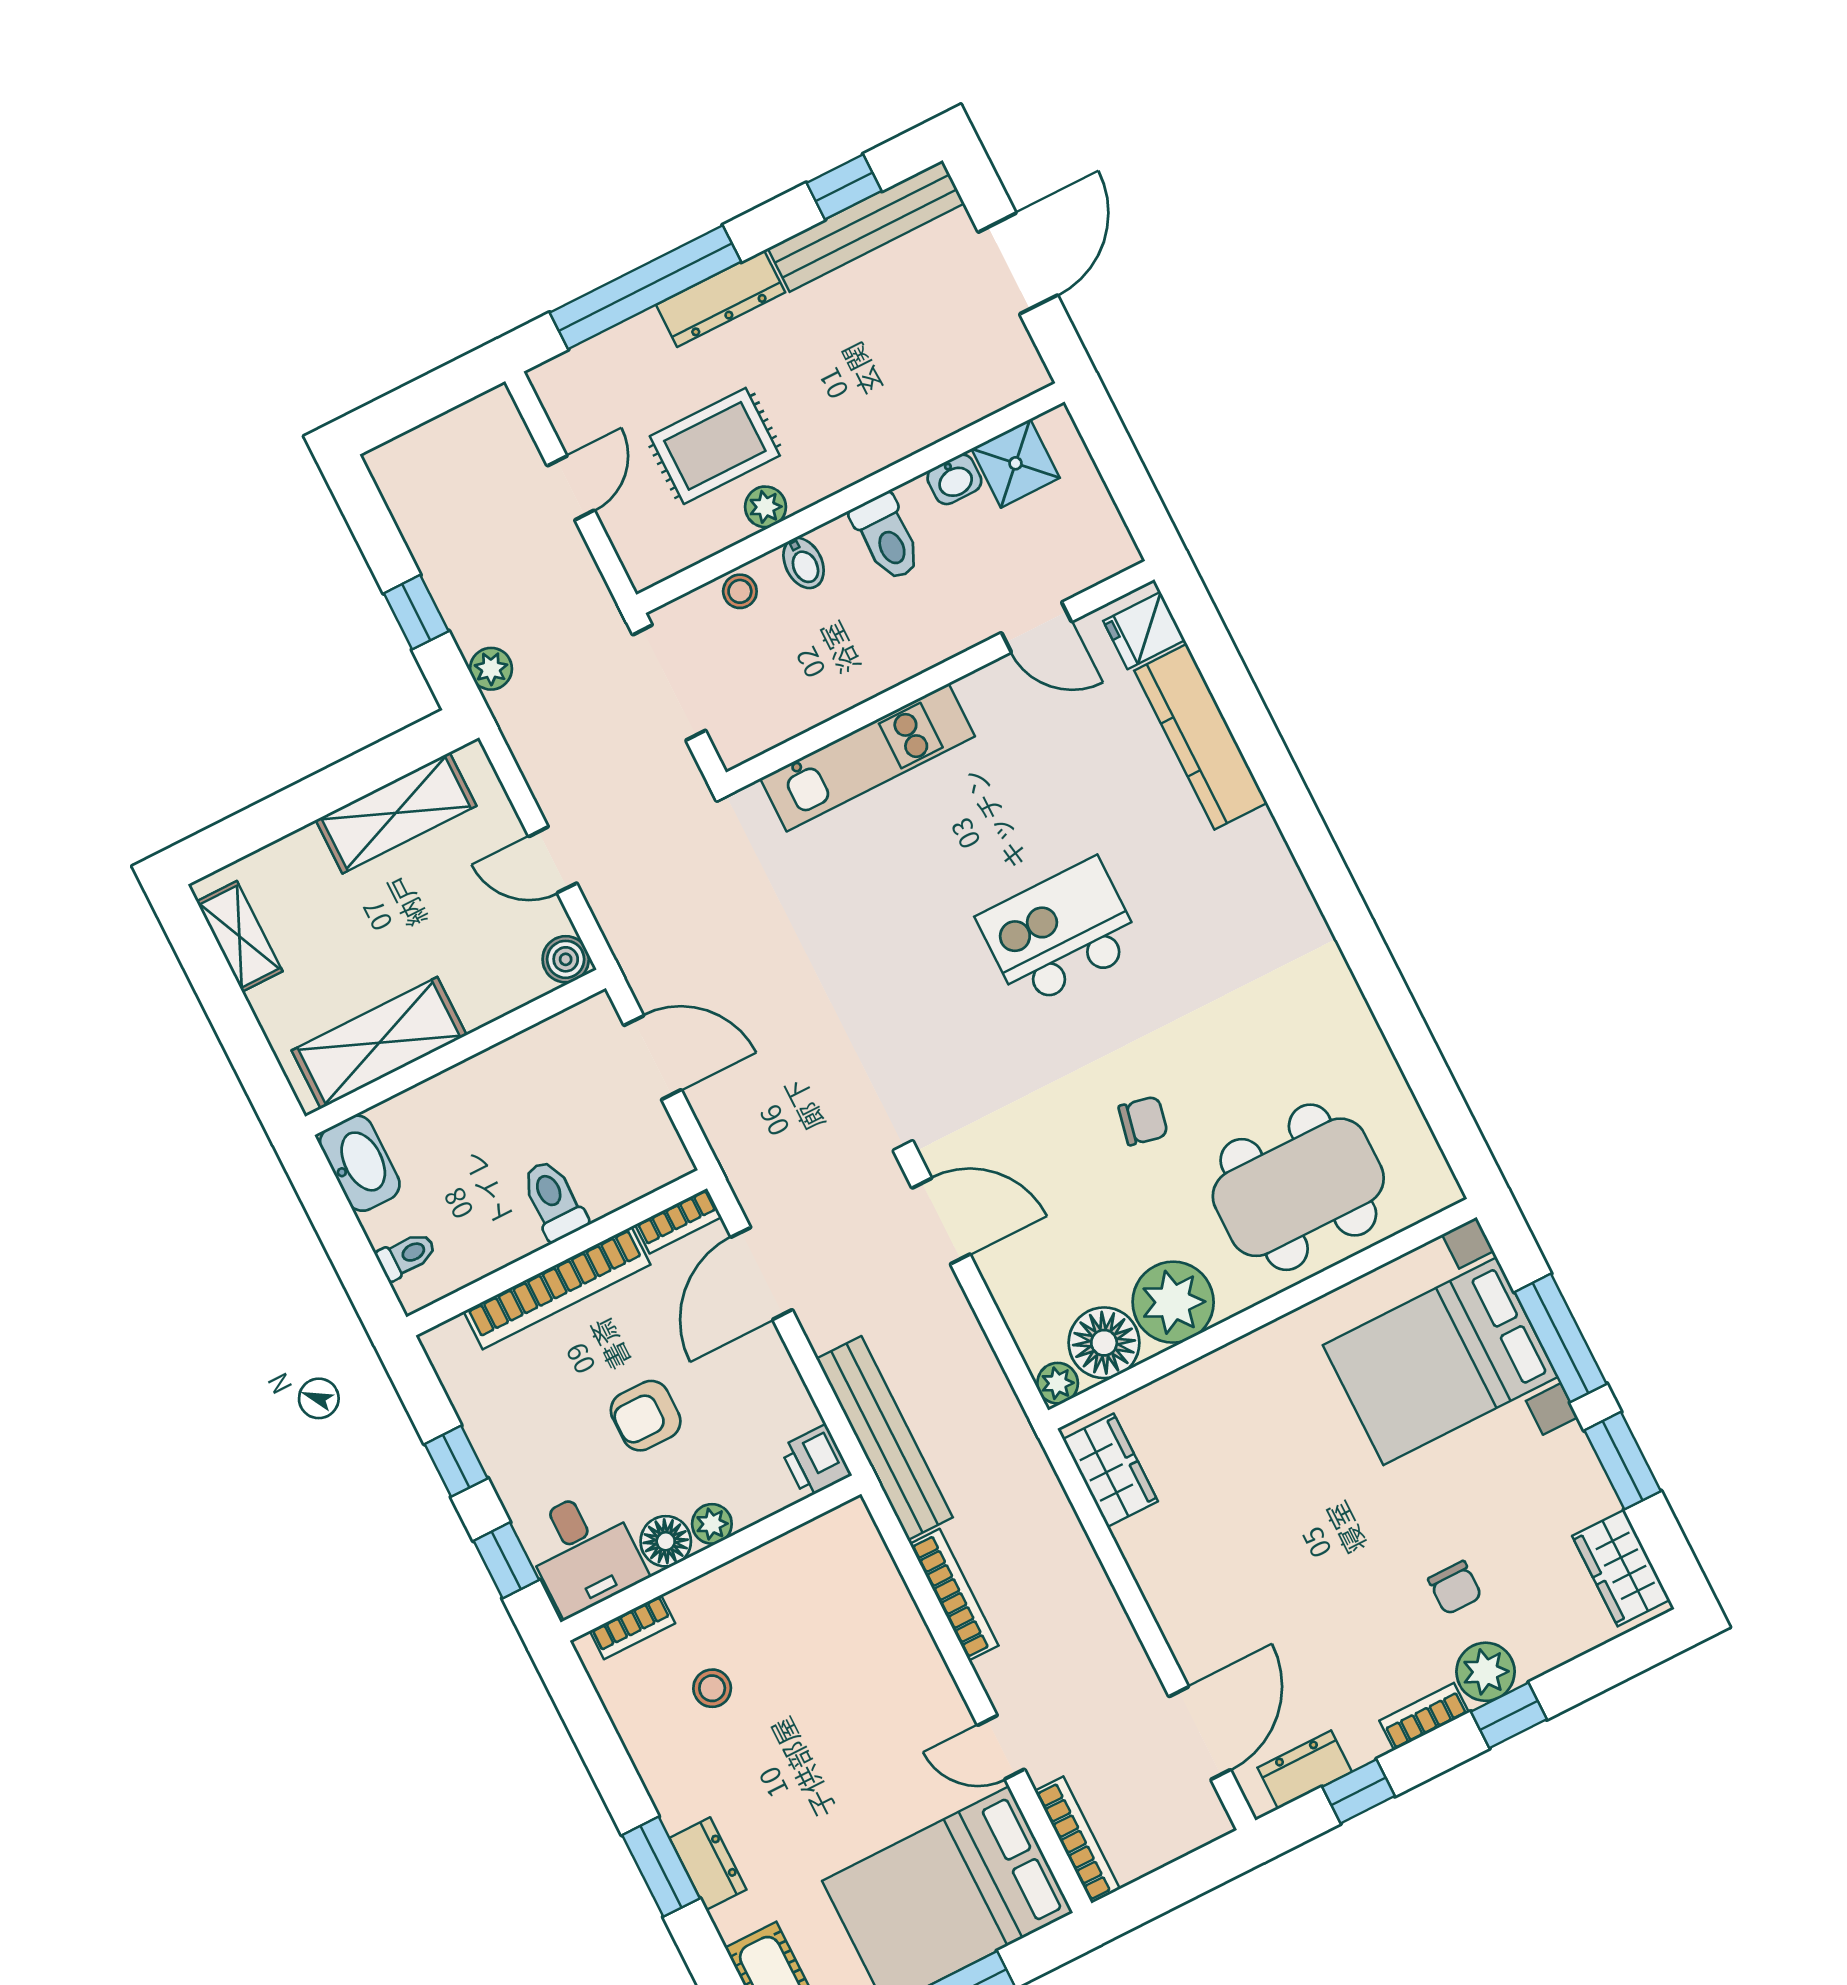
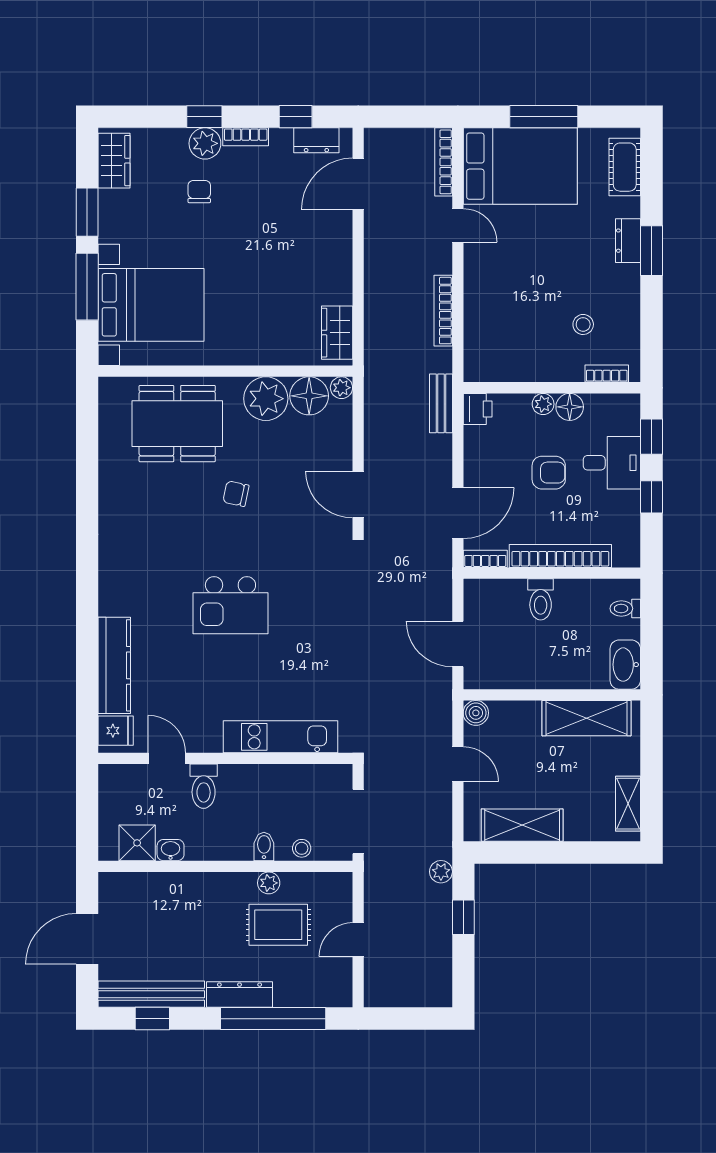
toilet: (887, 537) -> (204, 786), moved, turned 180
bench: (885, 1438) -> (441, 403), width x0.54, depth x0.82
desk: (584, 1552) -> (612, 463), moved, turned 90

